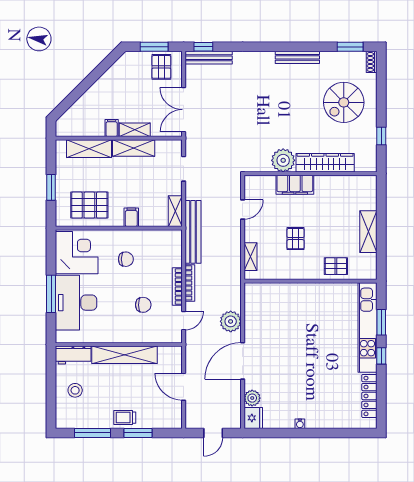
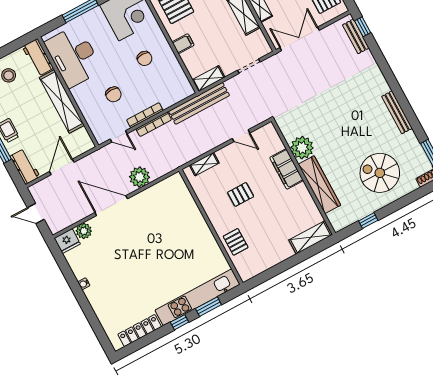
bench: (209, 58) -> (356, 36), width x0.73
shelving: (368, 232) -> (311, 237), moved
desk: (76, 303) -> (73, 56), moved, turned -90
workbench: (165, 420) -> (25, 167), added

